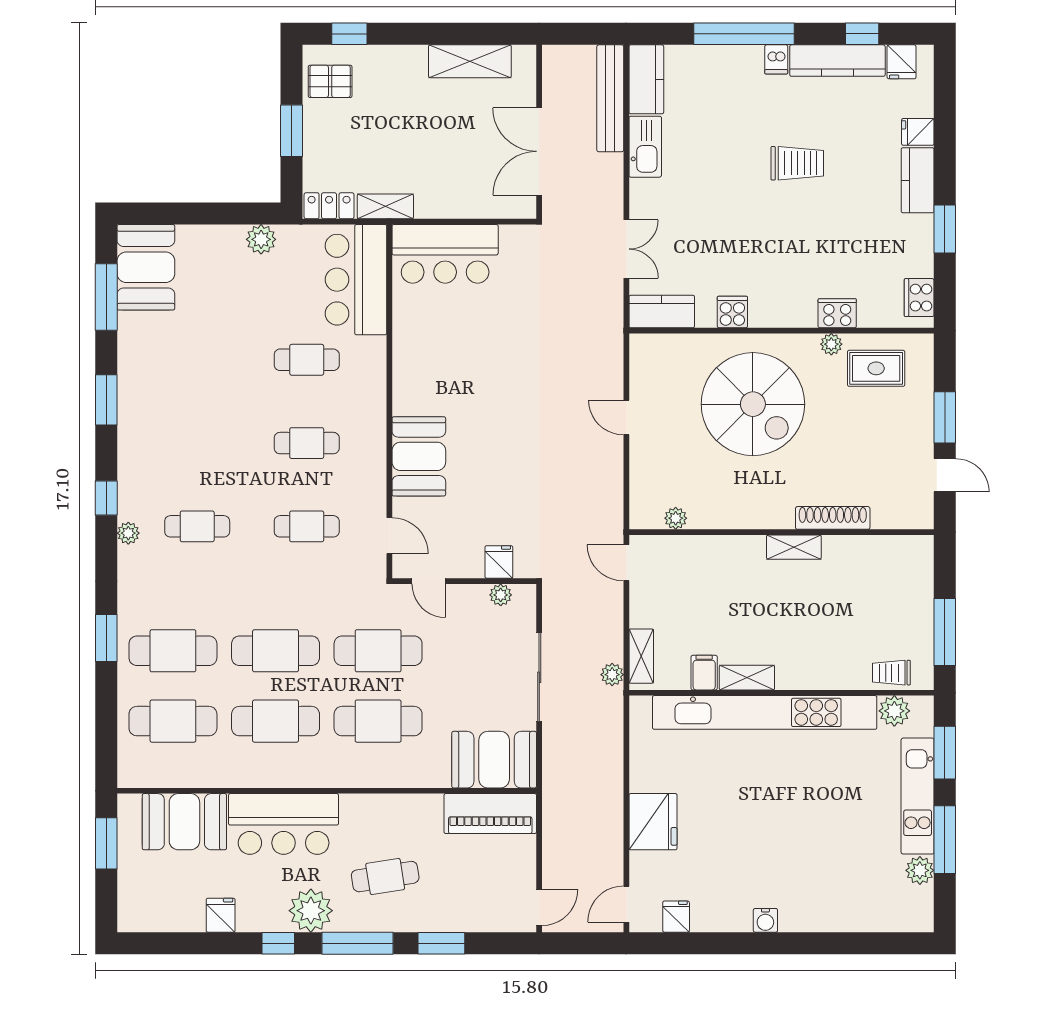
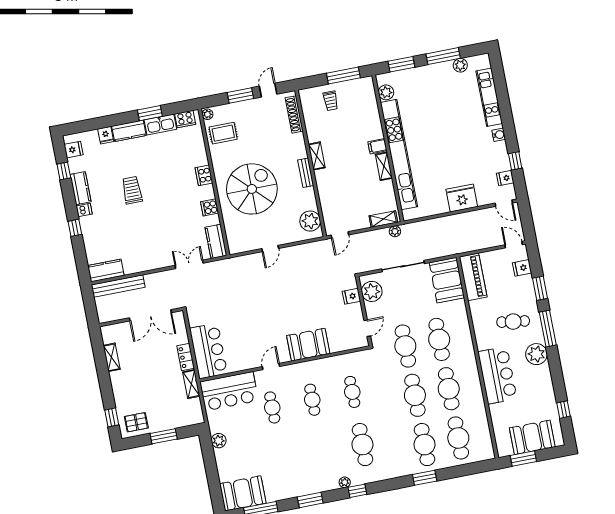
window: (744, 34) -> (75, 228), width x0.32
shelving: (470, 61) -> (112, 357), width x0.67, depth x0.75
kitchen counter: (837, 61) -> (80, 188), width x0.67
pallet: (330, 81) -> (136, 422), turned 90
kitchen sink: (645, 147) -> (160, 125), moved, turned 180
locker: (329, 206) -> (186, 357), moved
cooker: (837, 313) -> (204, 175), moved
plant: (831, 344) -> (207, 114), moved
rug: (876, 368) -> (223, 133), turned 90
plant: (676, 518) -> (310, 221), width x1.87, depth x1.87
bench: (764, 518) -> (306, 173), added
shoe rack: (833, 518) -> (294, 114), moved
cafe table: (197, 526) -> (362, 445), width x1.37, depth x1.35
plant: (128, 533) -> (345, 482), moved
door: (389, 536) -> (271, 366), moved
plant: (501, 595) -> (372, 291), width x1.87, depth x1.87
filing cabinet: (704, 673) -> (377, 146), moved
trolley: (891, 673) -> (331, 101), moved
kitchen unit: (918, 796) -> (489, 97), moved, turned 90
booth: (184, 822) -> (532, 437), moved, turned 90
cafe table: (385, 877) -> (513, 322), turned -73
fridge: (221, 915) -> (522, 268), moved
window: (278, 943) -> (564, 410), moved
window: (707, 943) -> (515, 161), added

